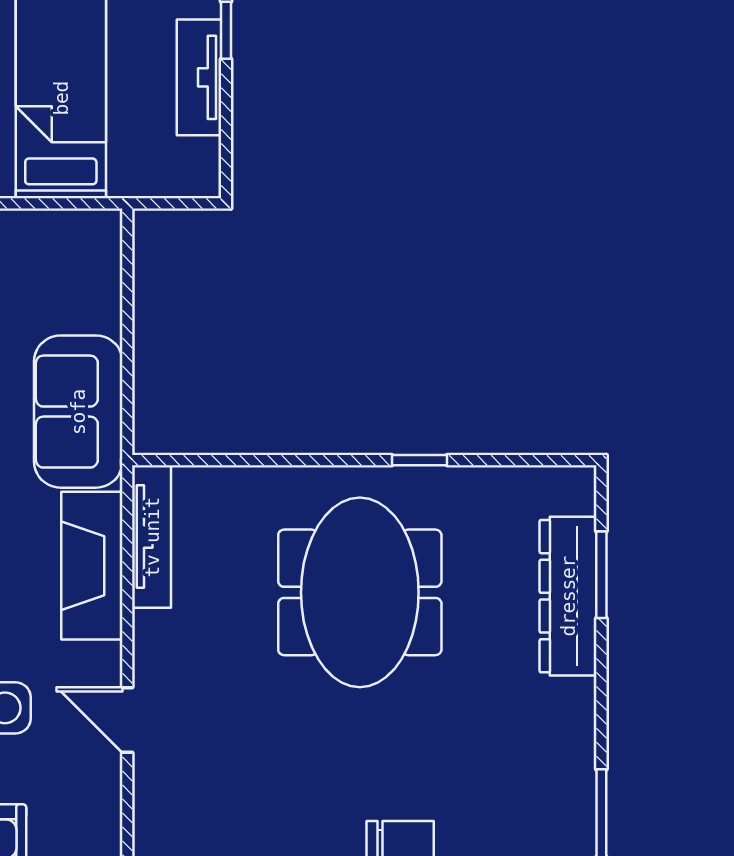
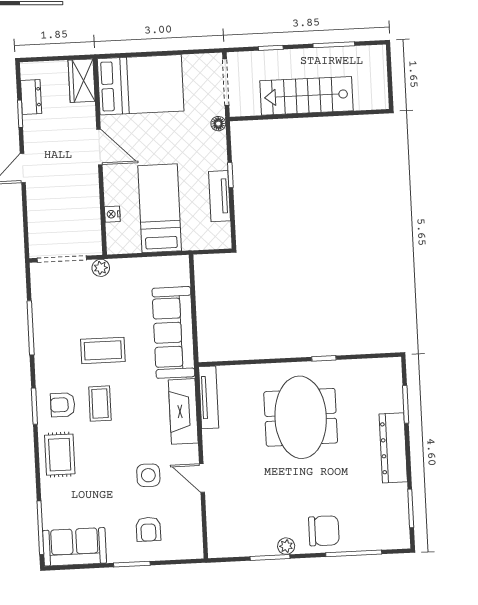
sofa: (78, 412) -> (173, 332), width x1.36
dresser: (568, 596) -> (393, 448), moved

